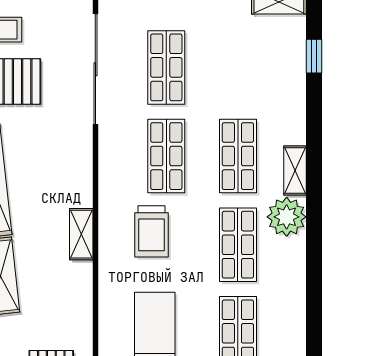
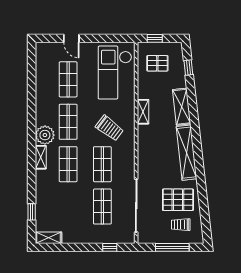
trolley: (151, 231) -> (109, 128), turned 127
shelving: (81, 234) -> (143, 112), moved

